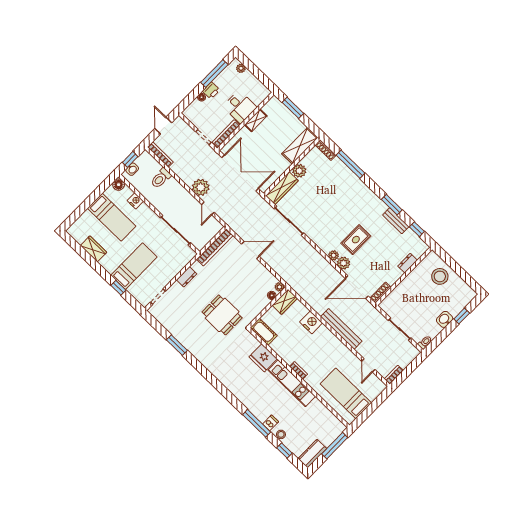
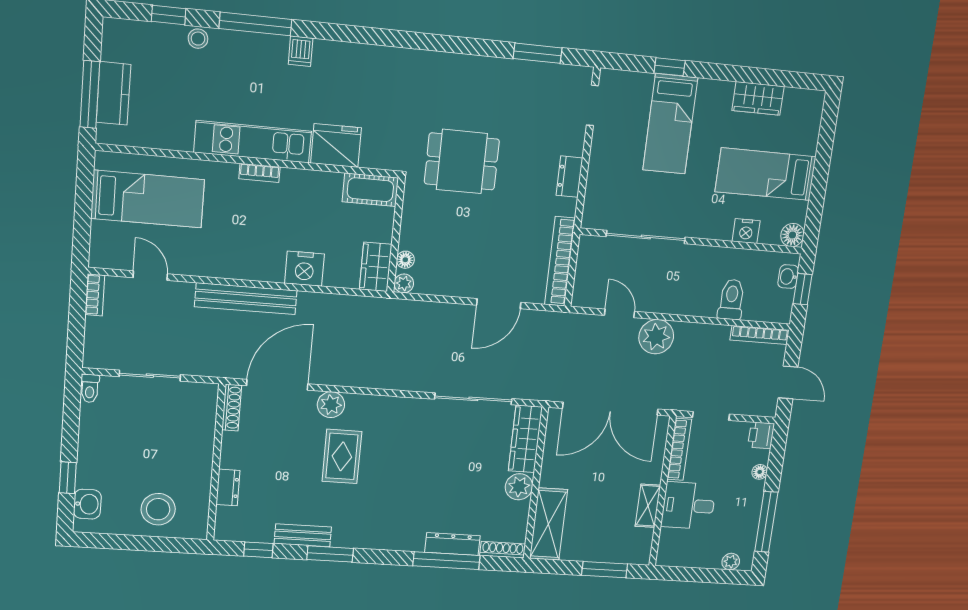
printer: (211, 90) -> (761, 435), moved
dresser: (343, 169) -> (452, 544), added
plant: (334, 255) -> (357, 404), removed
washbasin: (445, 319) -> (87, 504), moved
window: (177, 345) -> (538, 53), moved
dishwasher: (271, 423) -> (301, 51), moved
kitchen counter: (312, 454) -> (113, 93), moved

